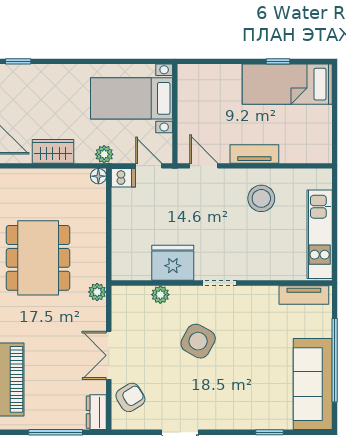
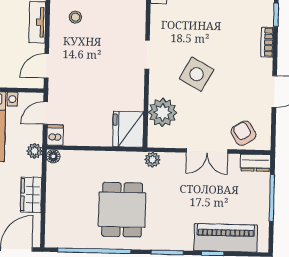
stool: (261, 198) -> (75, 17), width x0.53, depth x0.53
dining table: (38, 258) -> (122, 210), width x0.73
fridge: (173, 263) -> (128, 129), moved
plant: (160, 295) -> (163, 113), width x1.87, depth x1.87
bookcase: (237, 423) -> (267, 42), added

